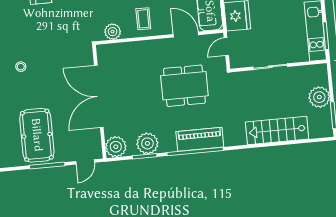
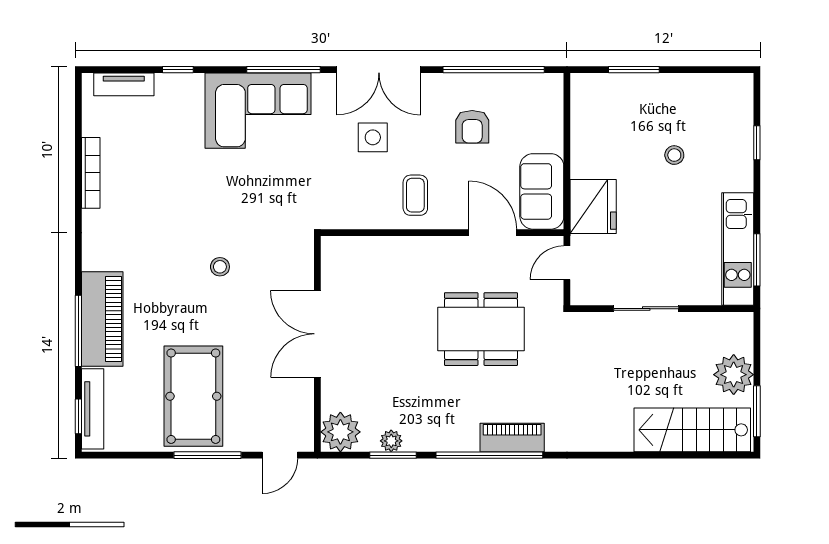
plant: (113, 32) -> (355, 214), removed
stool: (21, 67) -> (220, 267), moved
double door: (99, 96) -> (317, 334), width x0.73
stairs: (277, 130) -> (692, 430), moved
piano: (200, 139) -> (512, 438), width x0.73, depth x0.75
plant: (147, 143) -> (391, 441), width x0.53, depth x0.53

